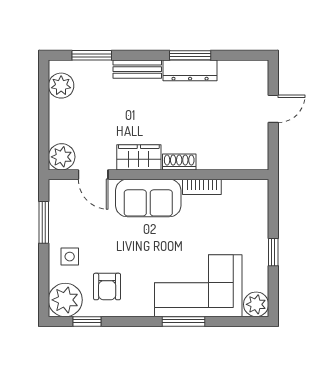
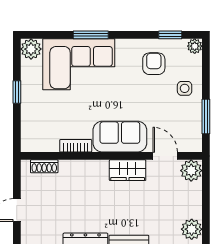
shoe rack: (179, 162) -> (44, 166), moved
plant: (65, 300) -> (195, 46), width x0.53, depth x0.53

